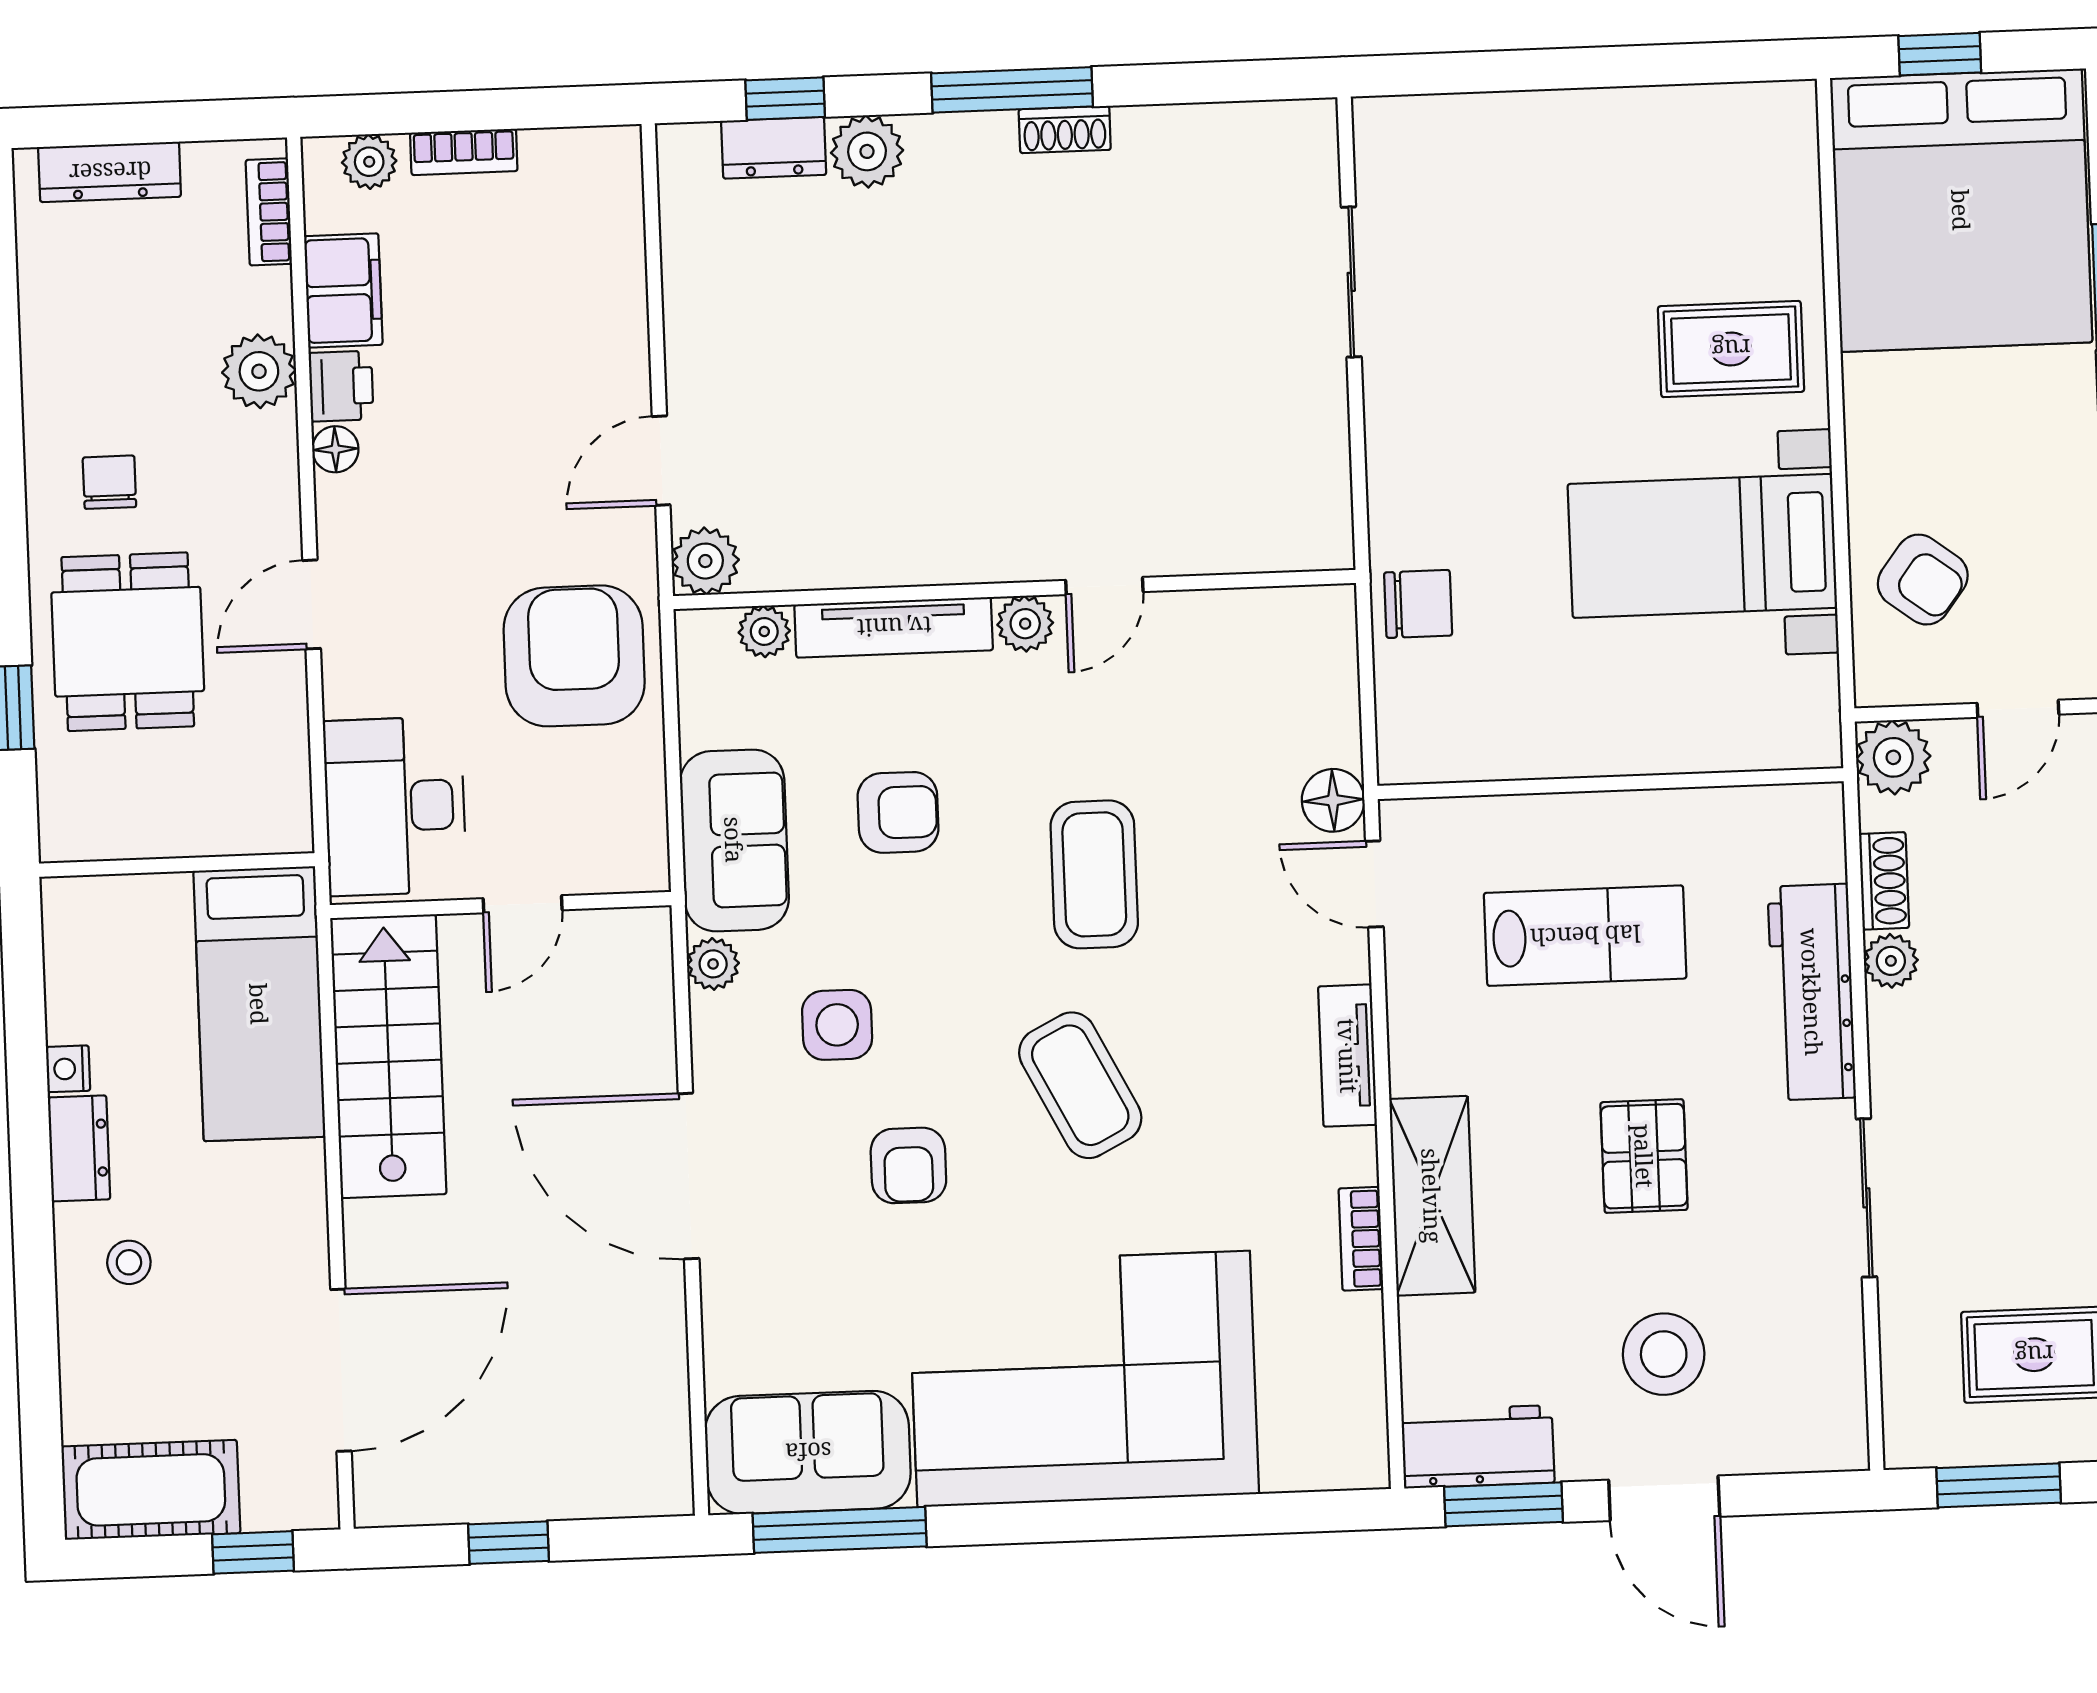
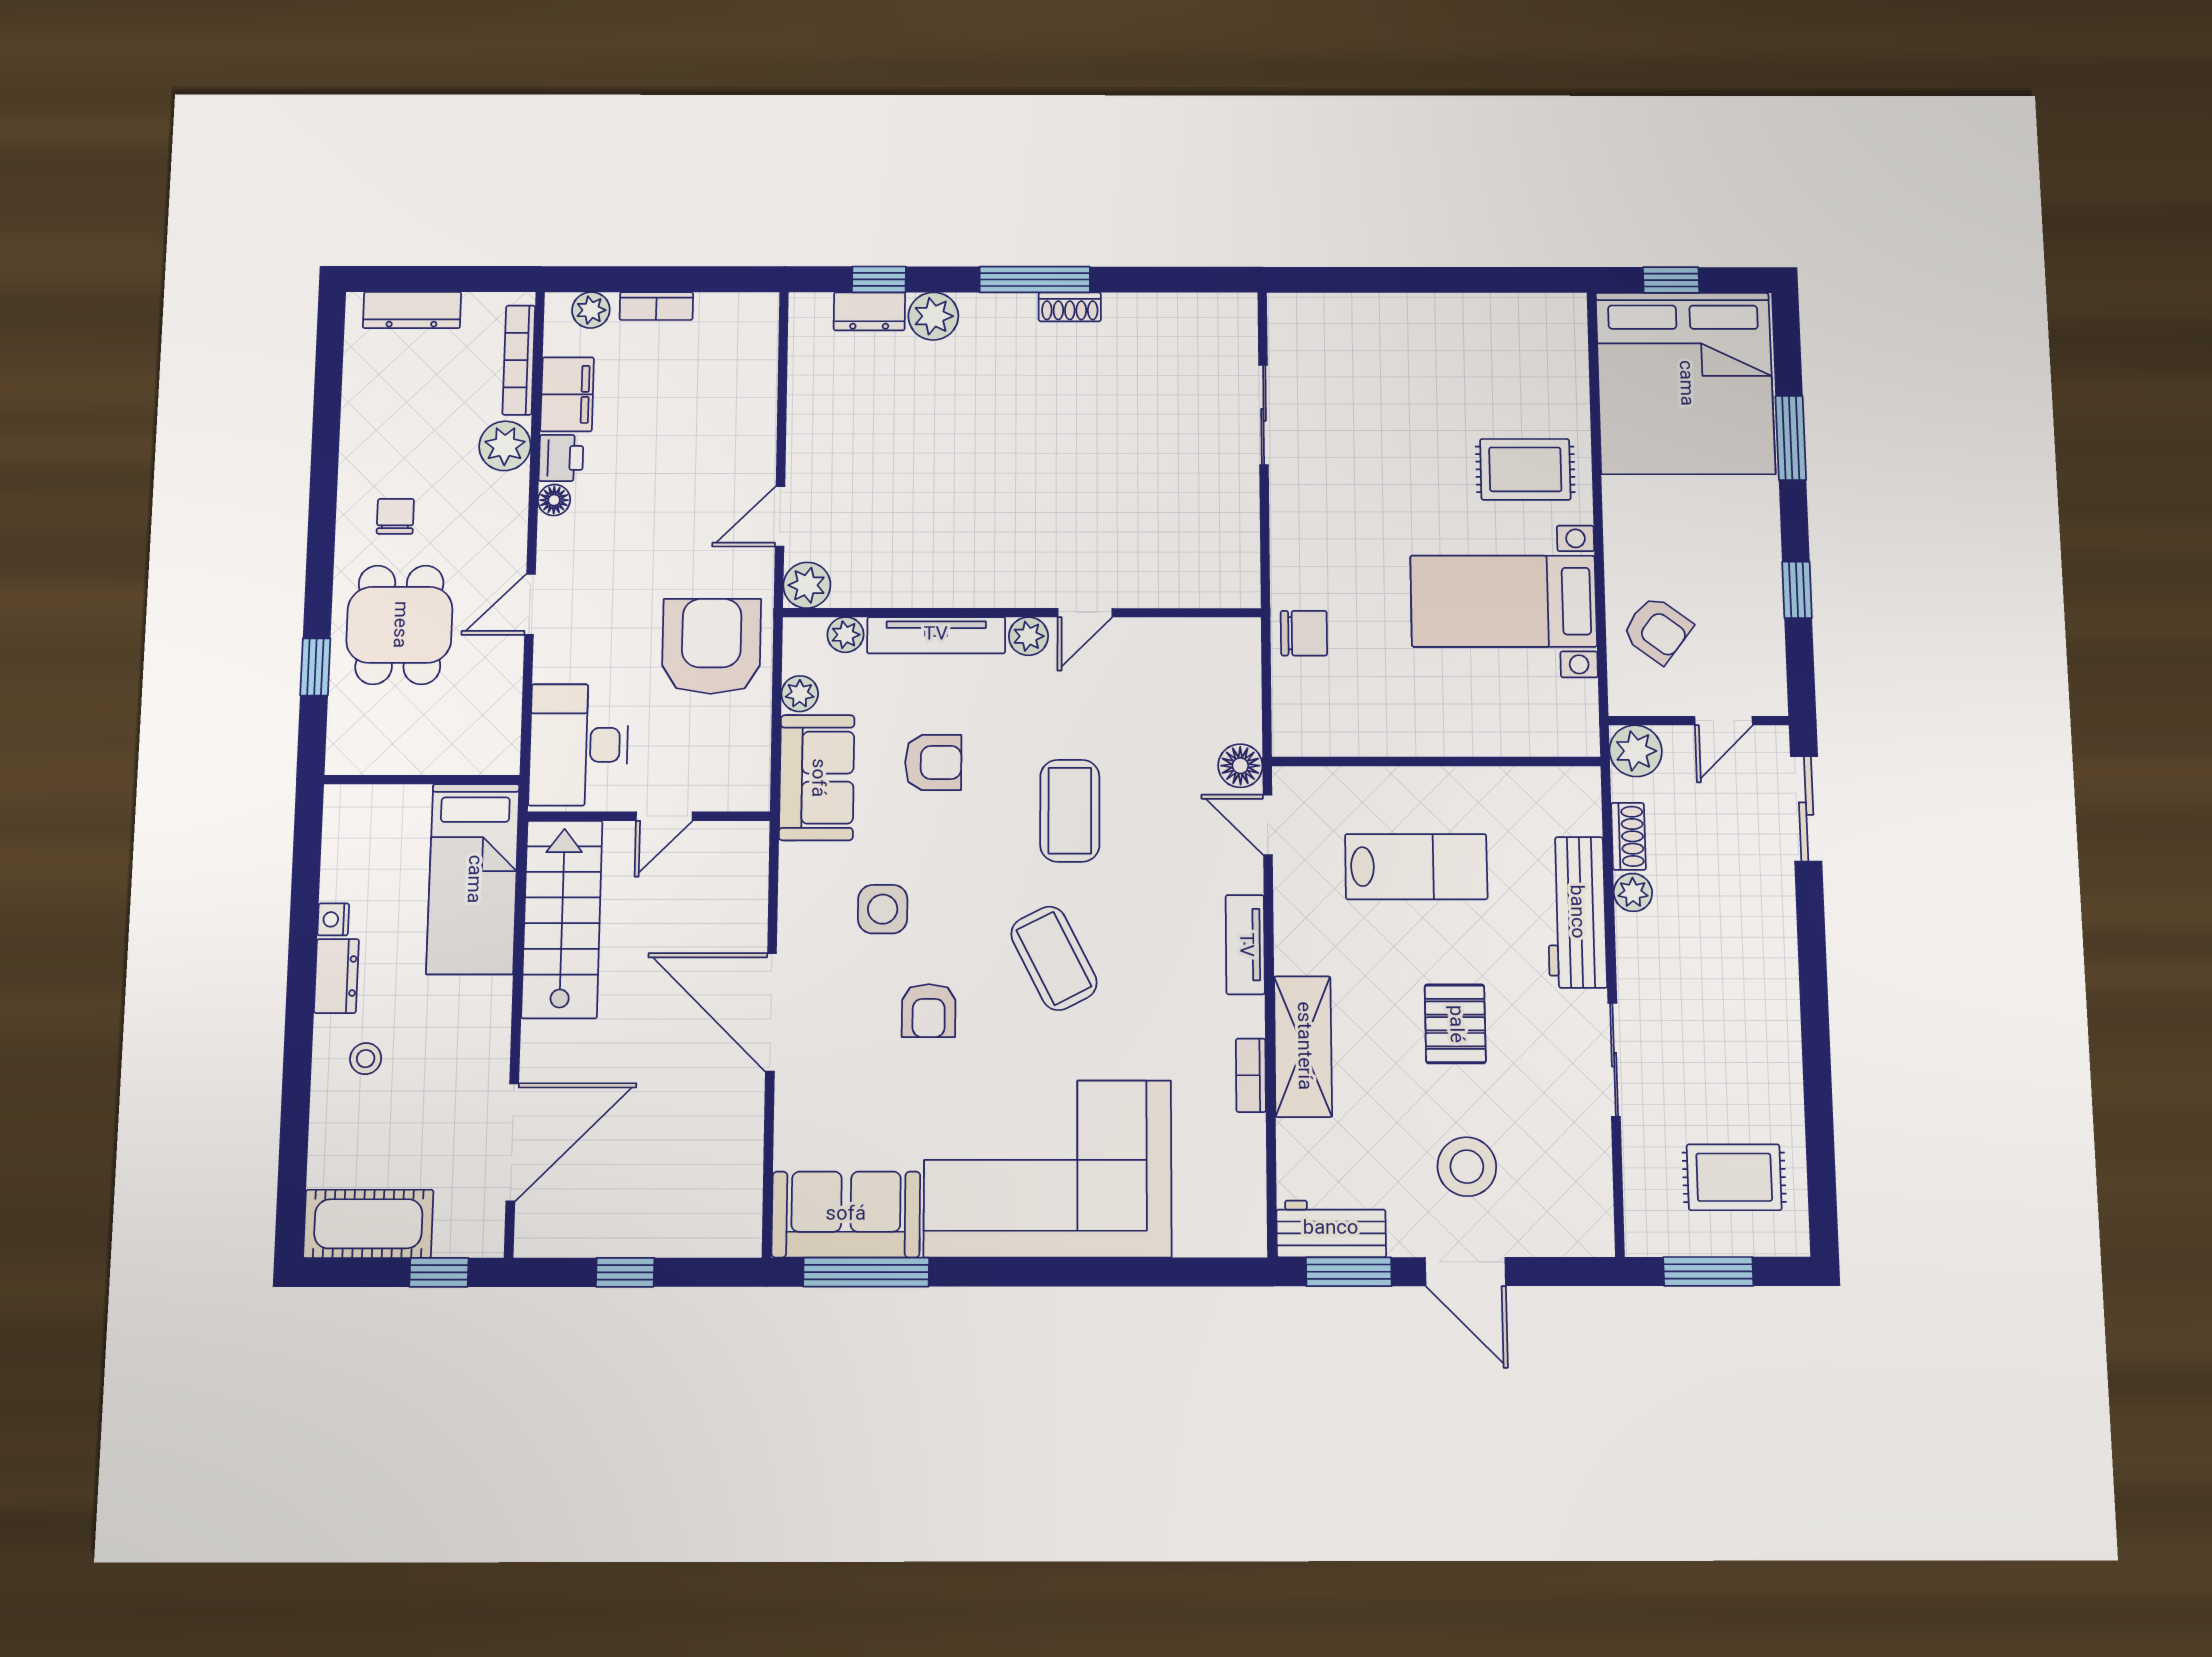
bookcase: (269, 212) -> (519, 360), width x1.56
plant: (713, 964) -> (800, 694), moved

